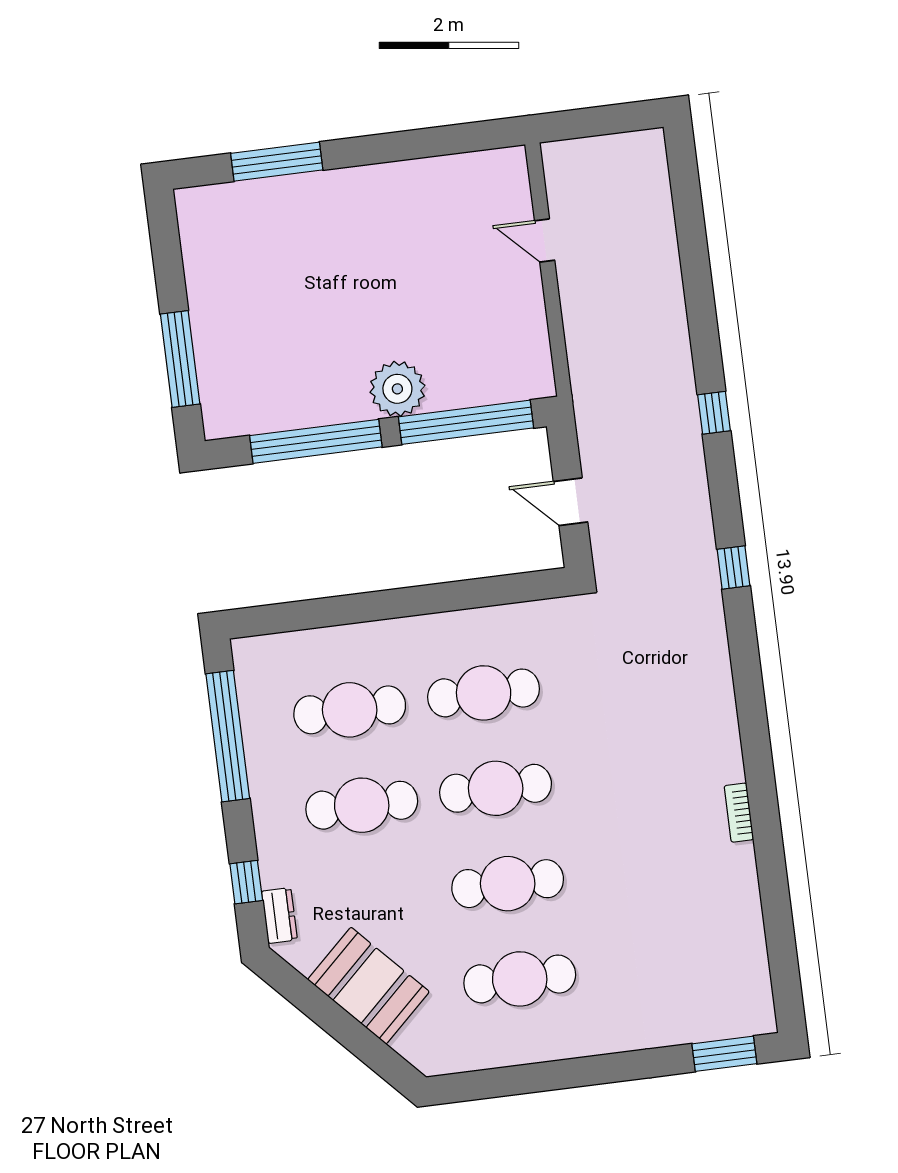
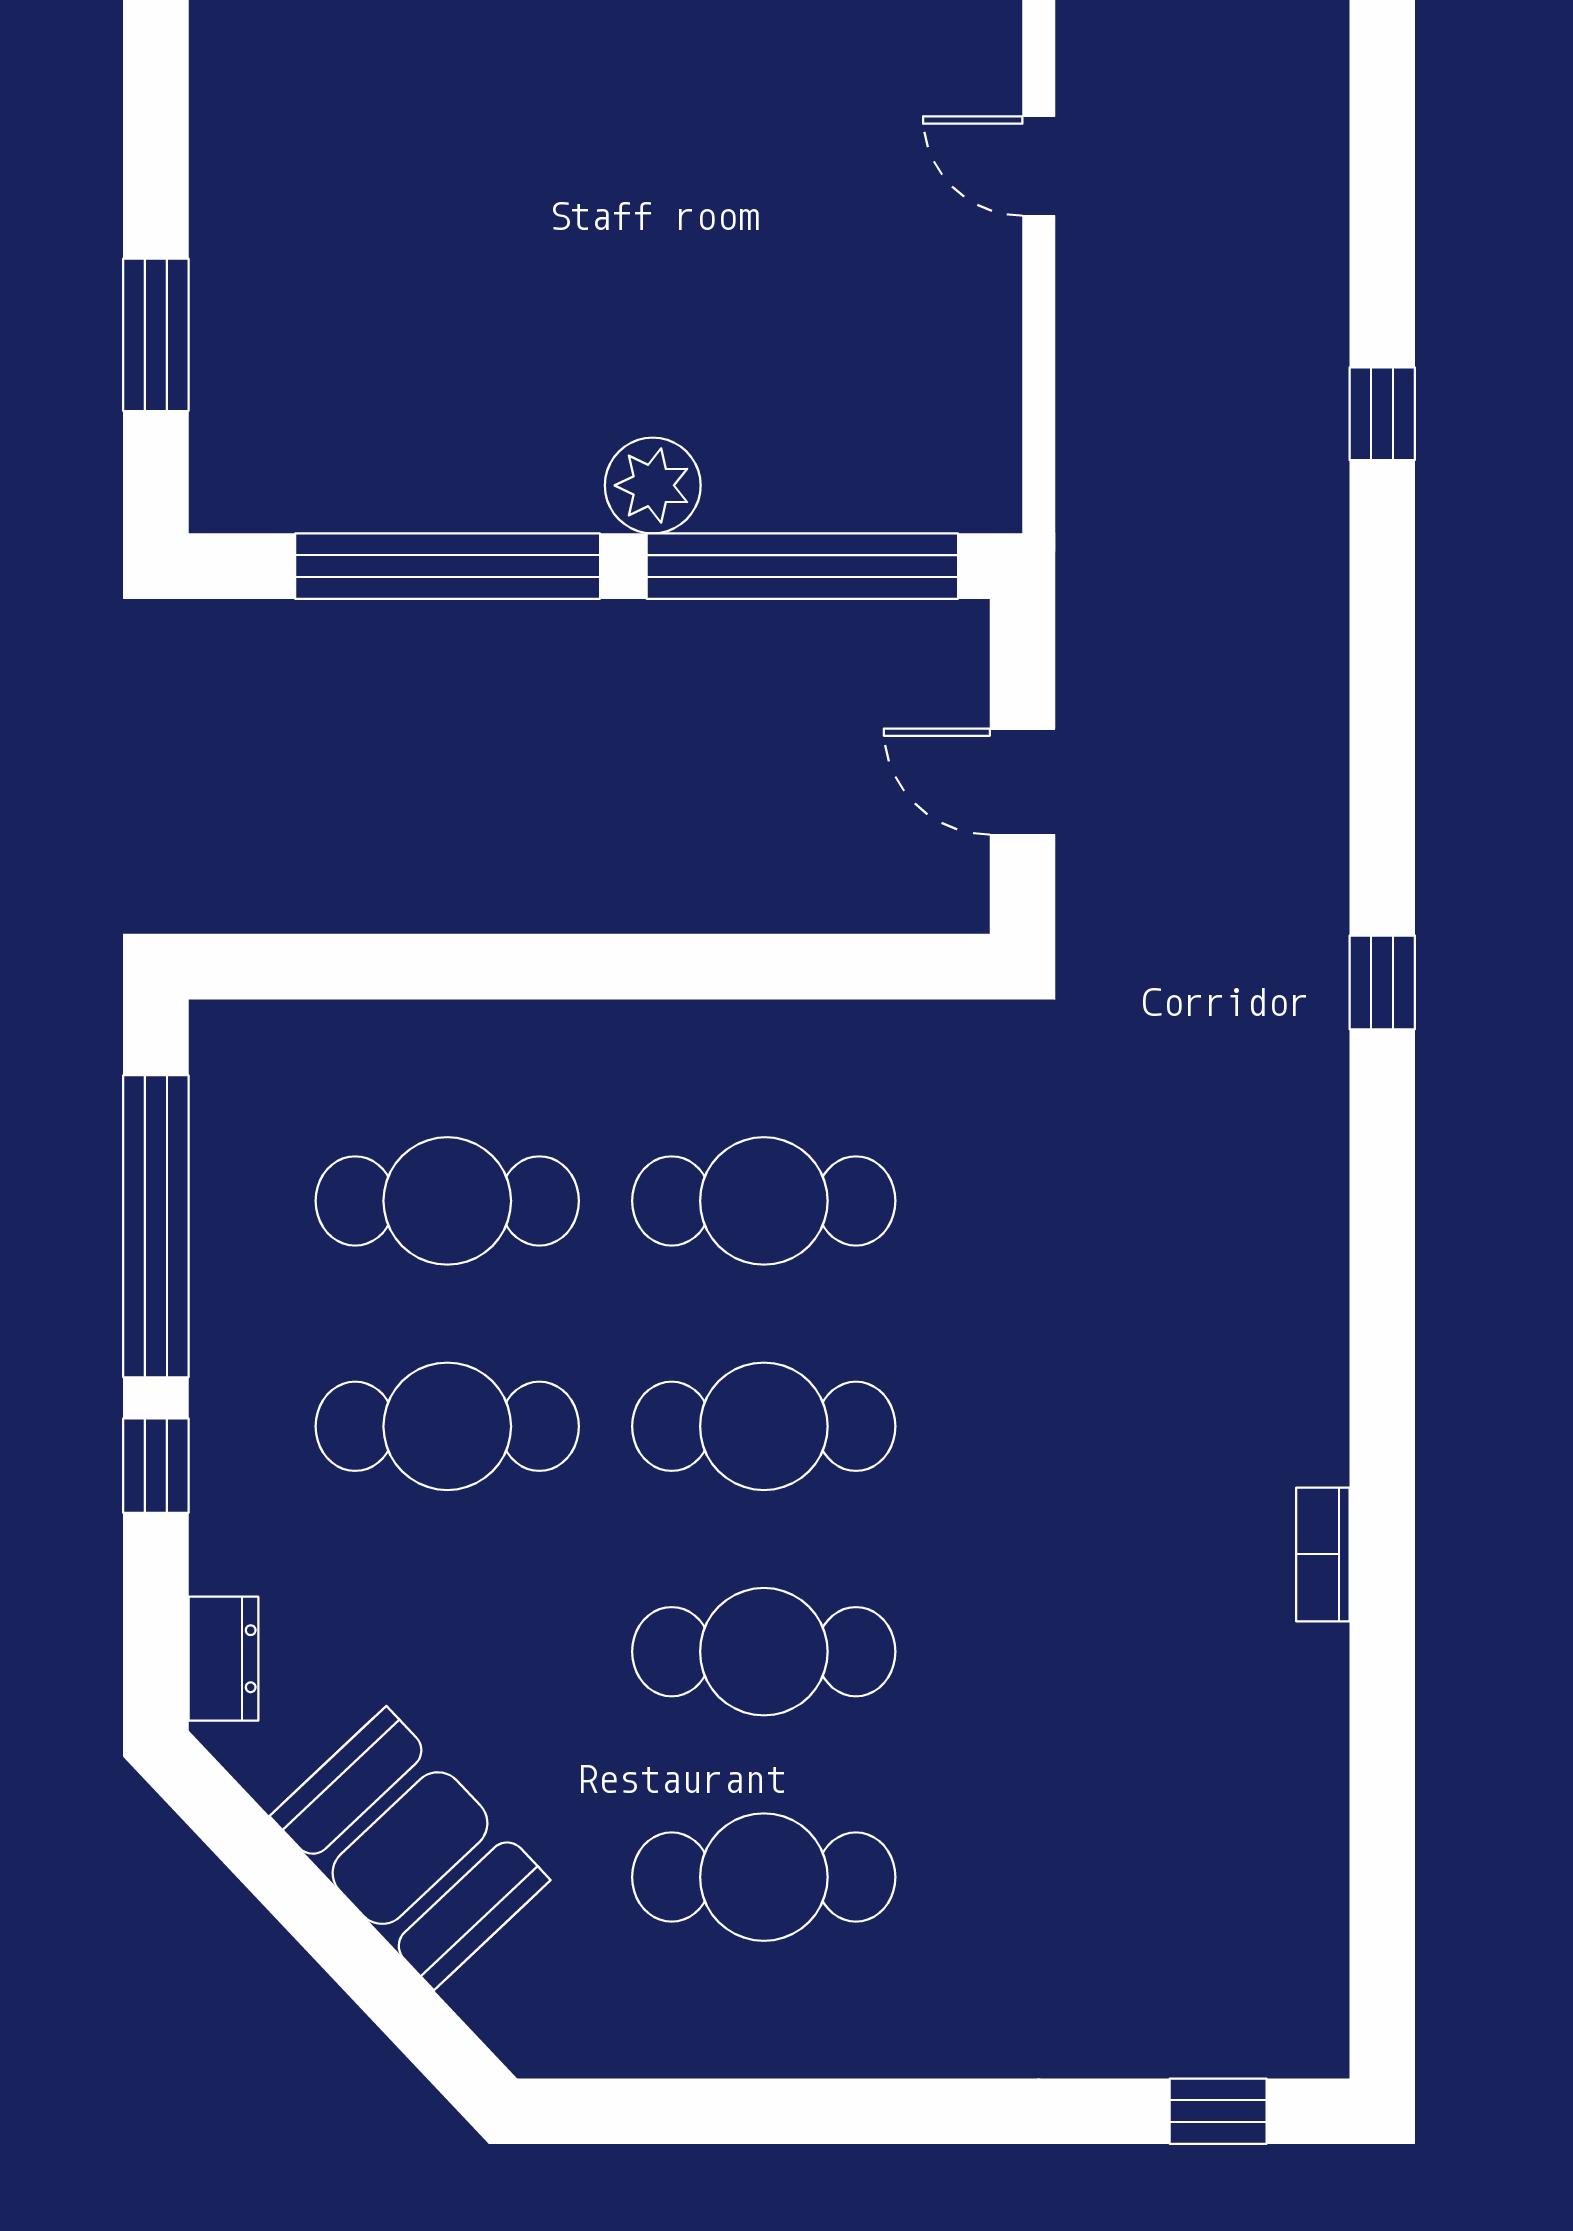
window: (180, 359) -> (156, 335), width x0.69
plant: (397, 389) -> (653, 485), width x0.73, depth x0.73
window: (714, 413) -> (1382, 414), moved
window: (246, 882) -> (156, 1466), moved
window: (724, 1054) -> (1218, 2111), width x0.67

